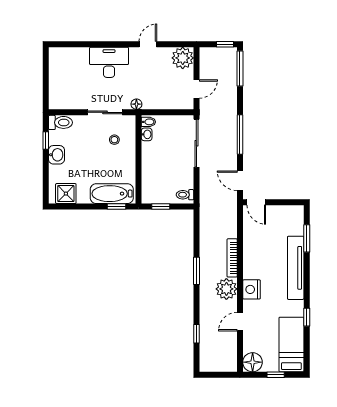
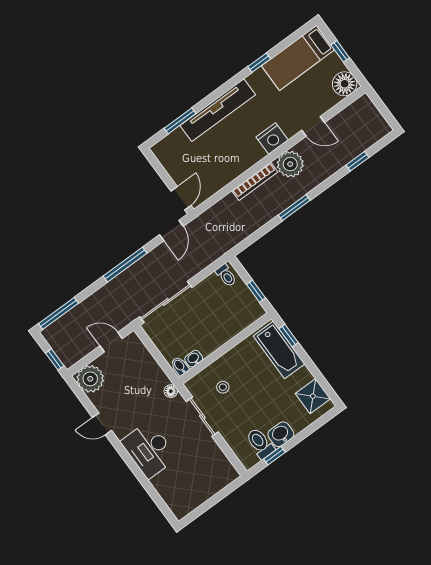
window: (225, 44) -> (55, 360), moved
toilet: (60, 122) -> (260, 443), moved

